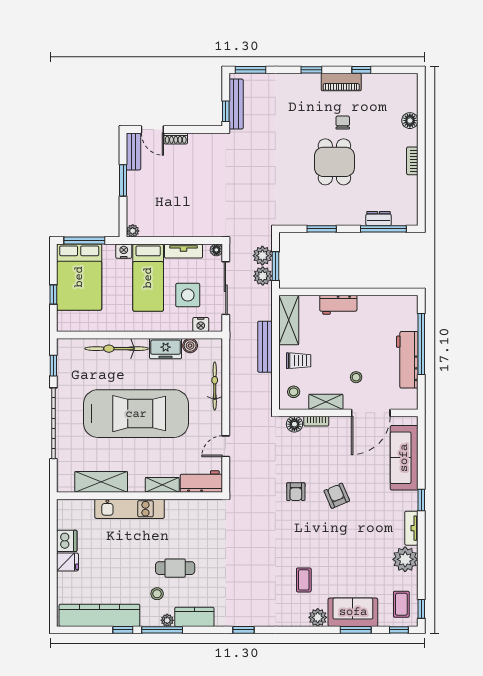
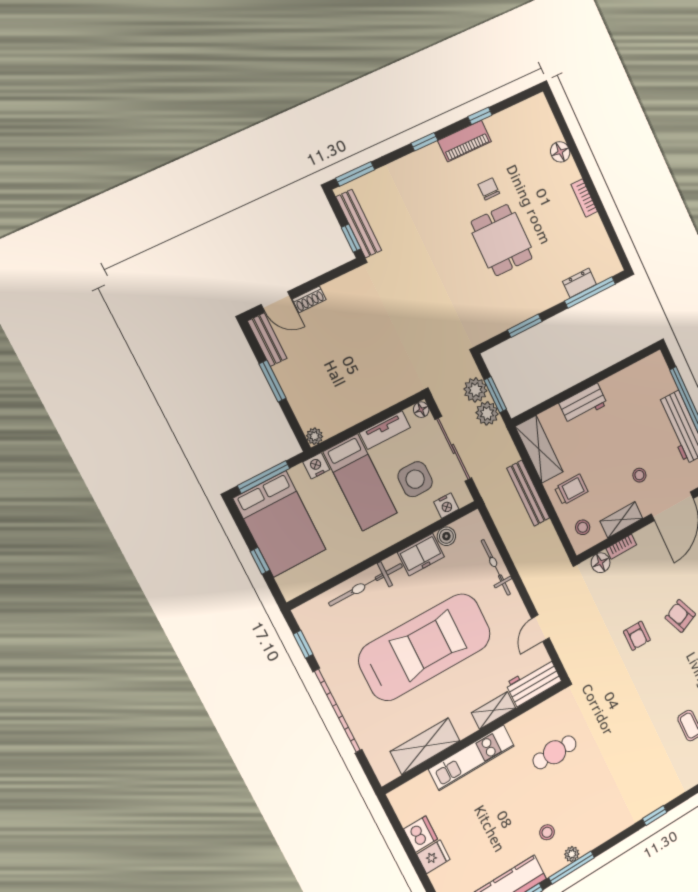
cafe table: (175, 568) -> (555, 752), moved
kitchen counter: (194, 617) -> (598, 833), removed

